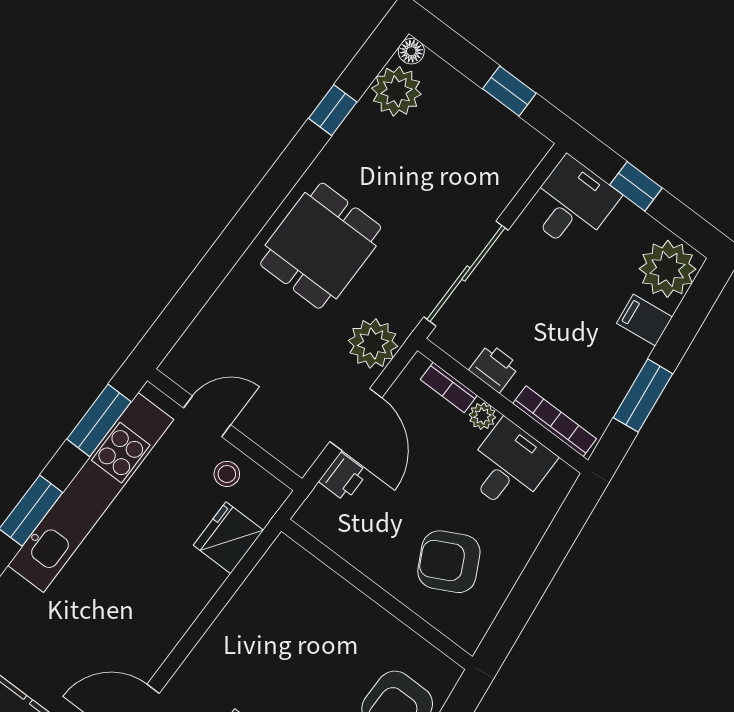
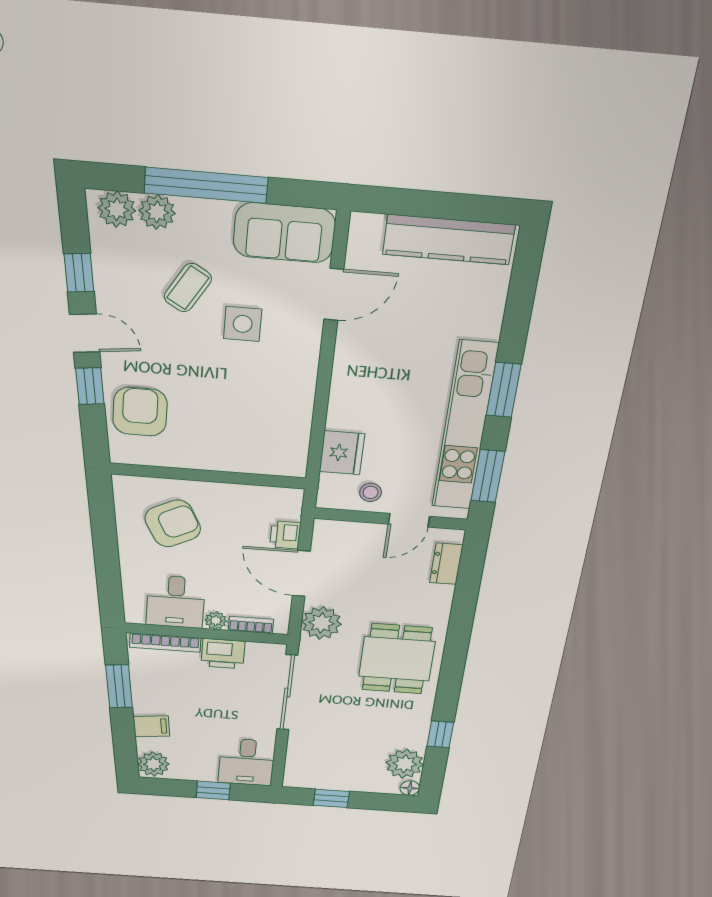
plant: (668, 269) -> (153, 764), width x0.73, depth x0.73
dresser: (199, 338) -> (446, 564), added
printer: (494, 368) -> (223, 654), width x1.36, depth x1.24

